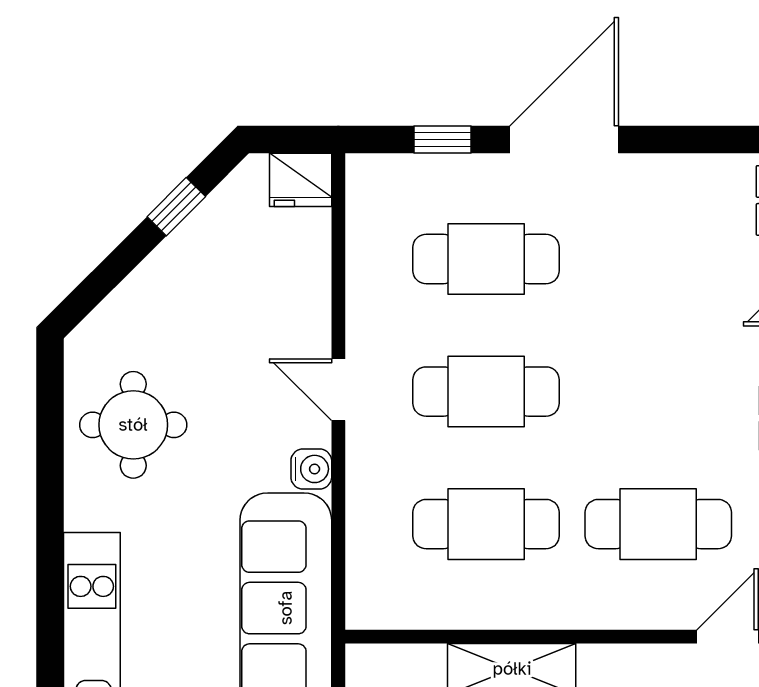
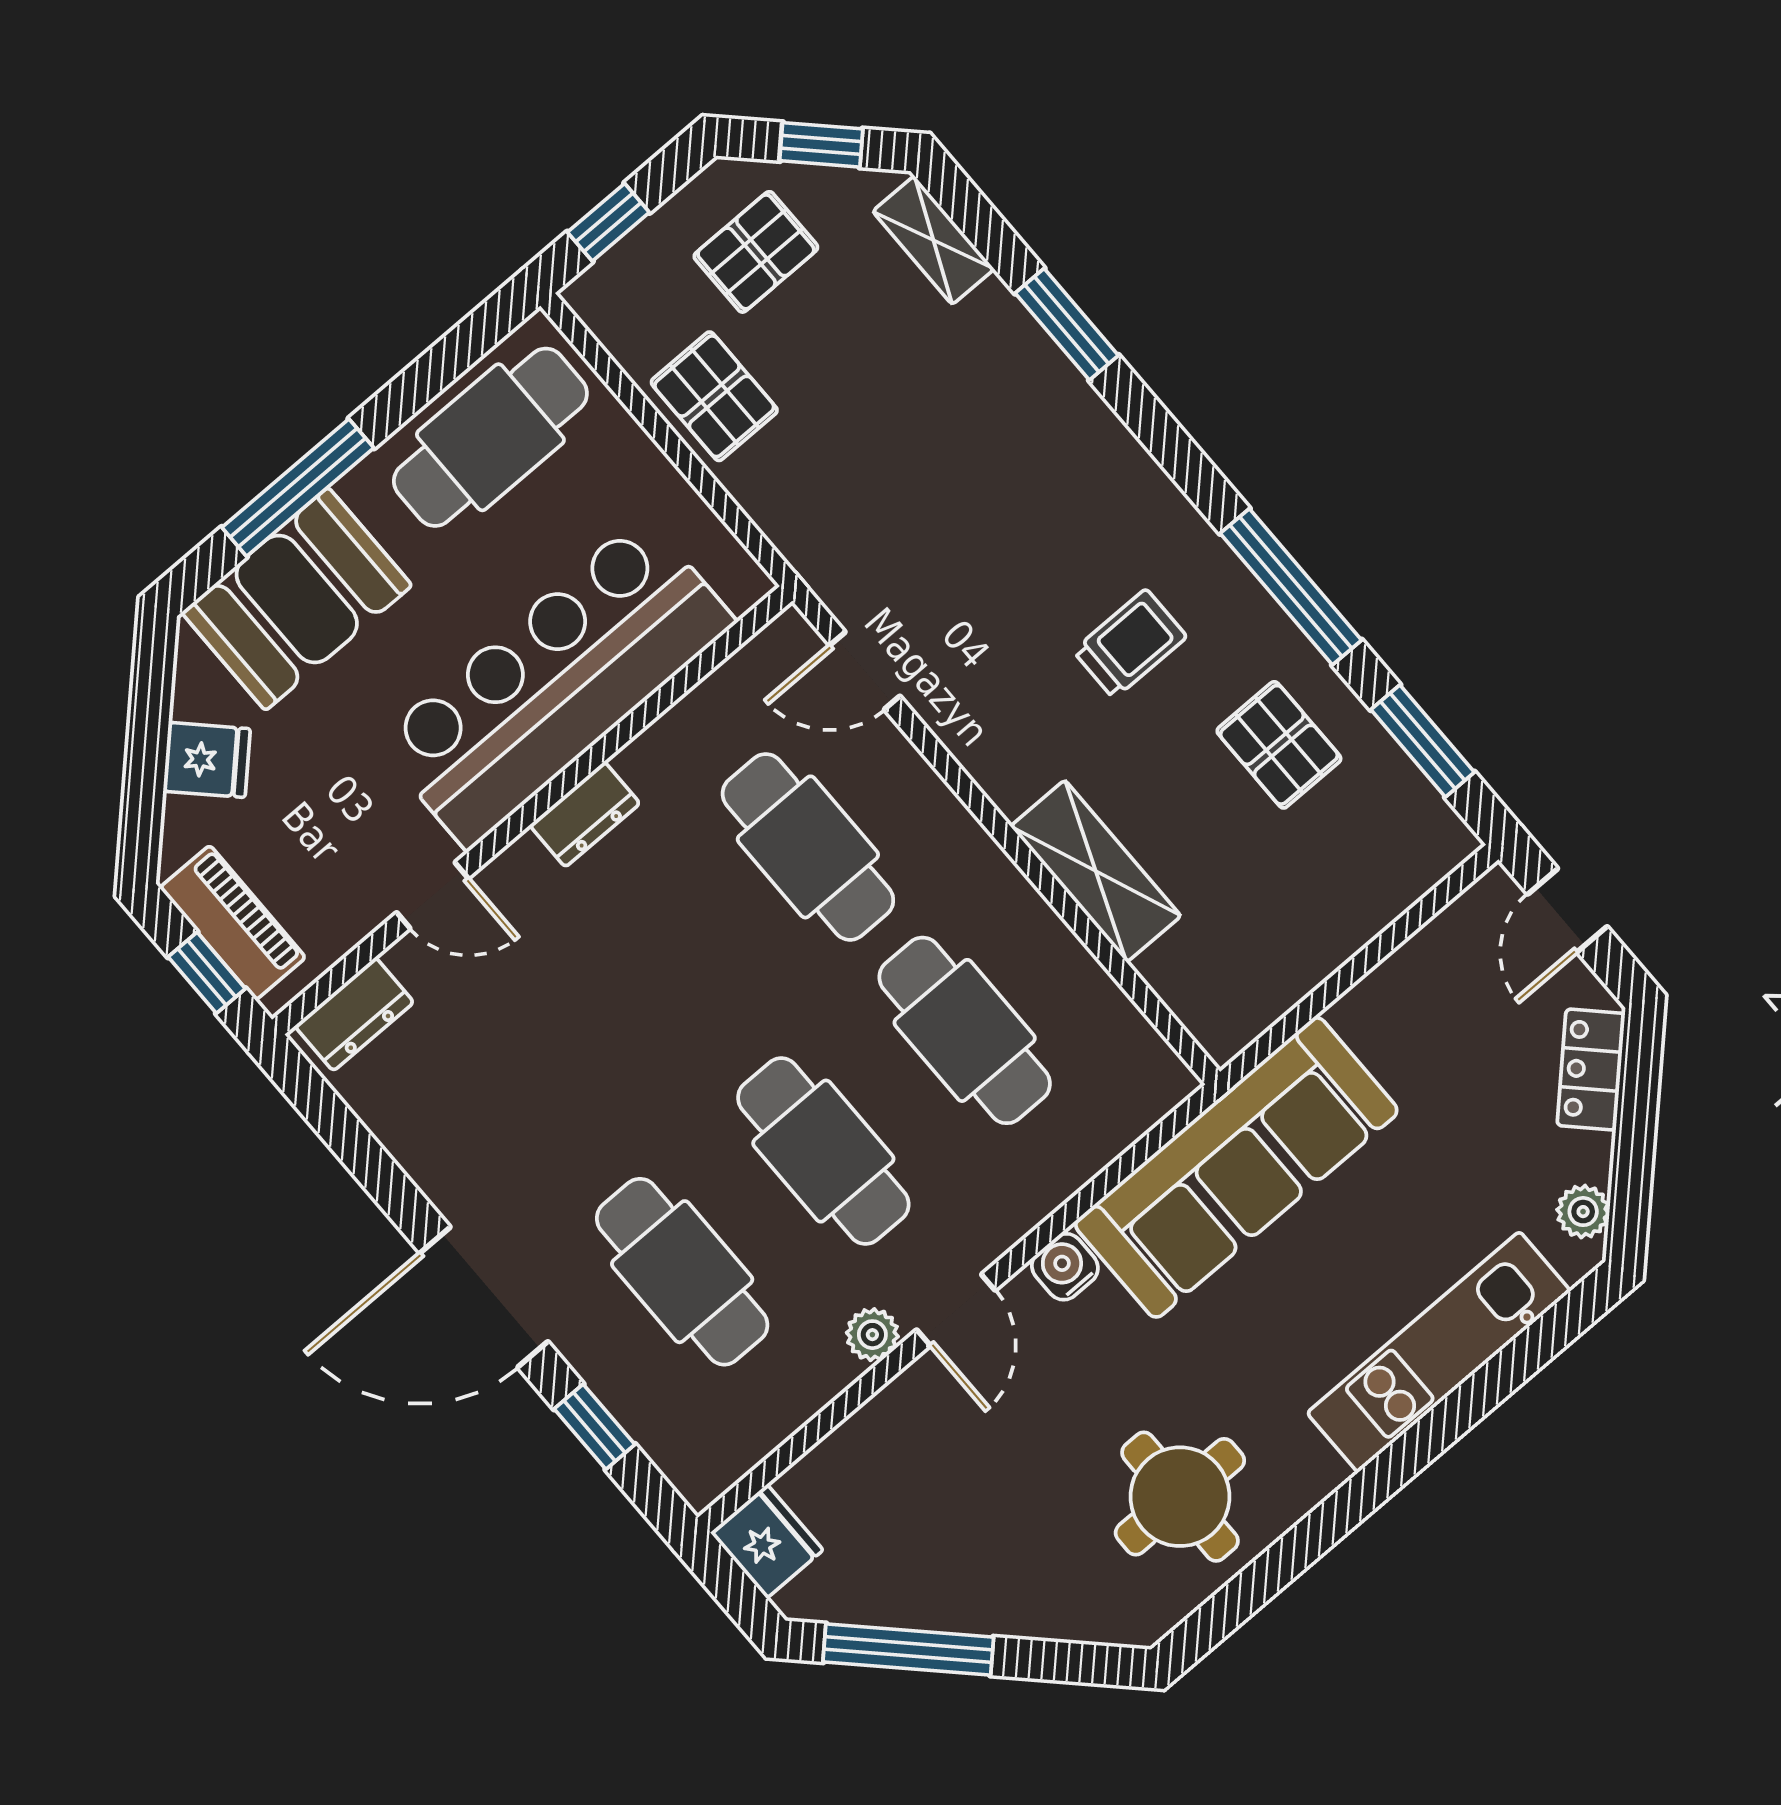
window: (176, 207) -> (908, 1650), width x2.17
plant: (364, 333) -> (872, 1335), added

